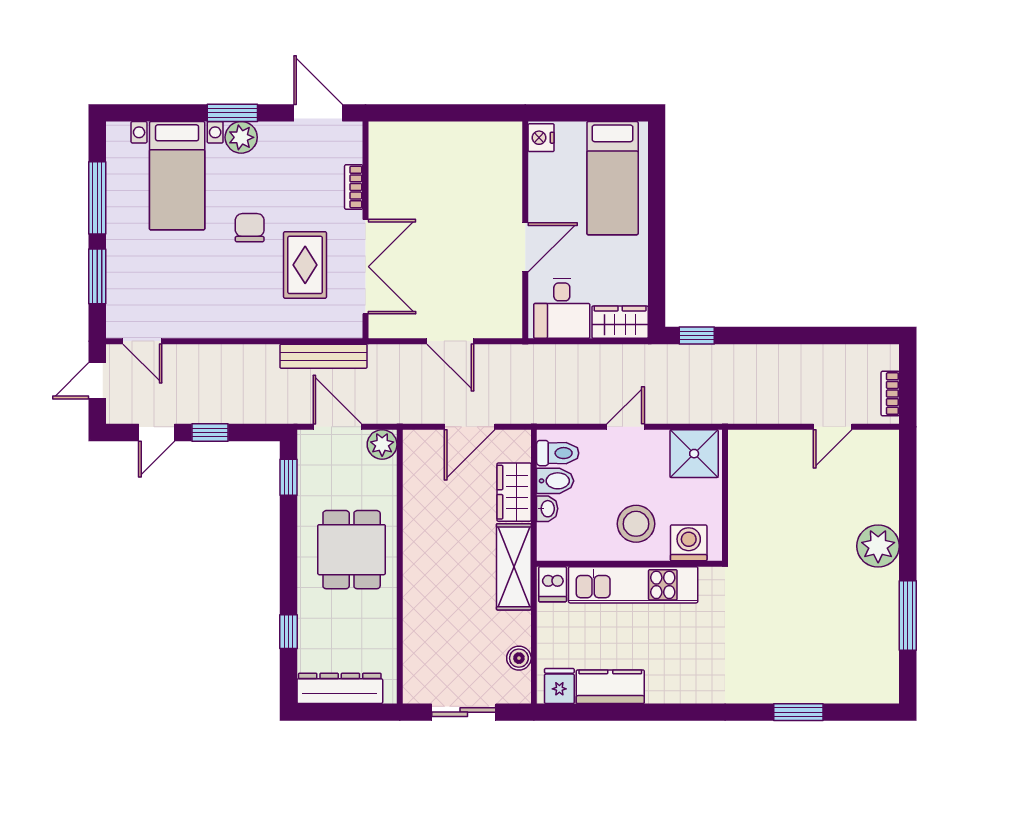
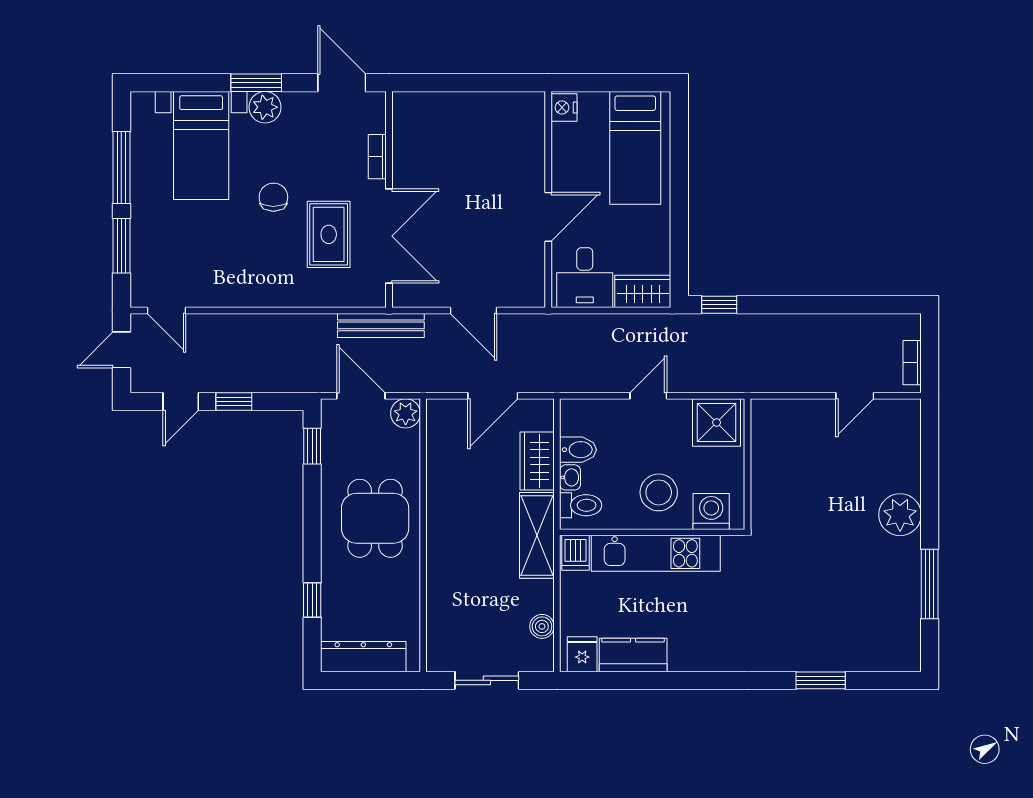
bench: (323, 356) -> (381, 325), moved
toilet: (558, 453) -> (581, 505), moved

